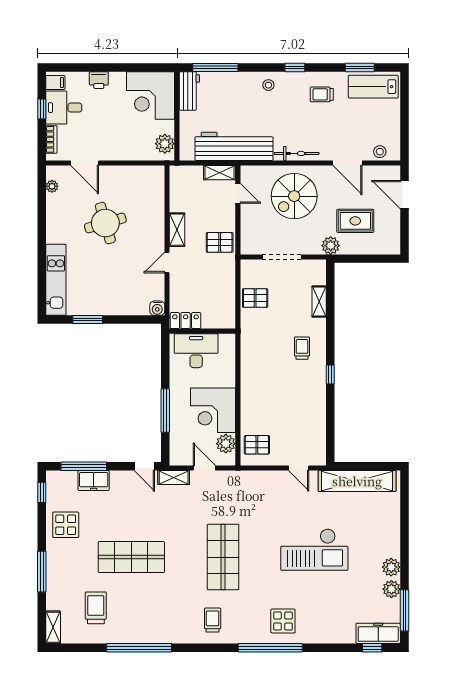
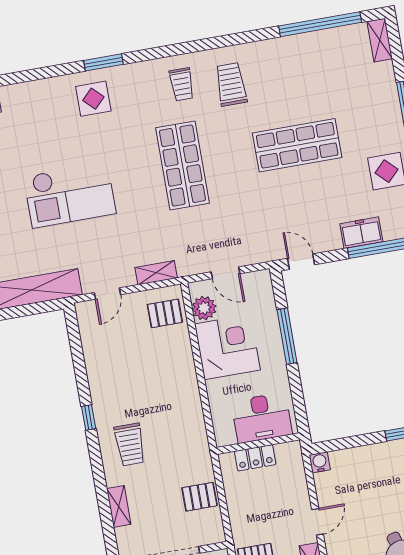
locker: (186, 321) -> (255, 458), moved
trolley: (302, 348) -> (130, 444), width x1.36, depth x1.39
door: (299, 468) -> (107, 294), swing flipped
shelving: (174, 478) -> (156, 273), moved
checkout: (314, 550) -> (70, 195), turned 180
trolley: (96, 608) -> (231, 84), moved, turned 180
window: (139, 648) -> (320, 24), moved
window: (270, 648) -> (103, 62), width x0.47

